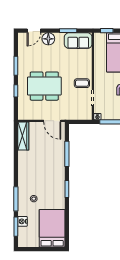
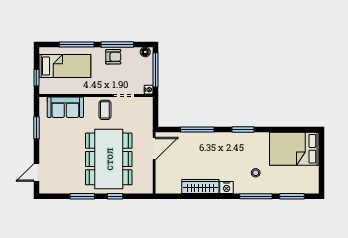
door: (34, 31) -> (36, 172), swing flipped
floor lamp: (48, 39) -> (47, 154), removed
sofa: (78, 41) -> (65, 107), moved, turned 90
dining table: (44, 86) -> (109, 159), width x1.36, depth x1.24
wardrobe: (23, 136) -> (200, 186), moved
nightstand: (22, 221) -> (227, 188), moved

